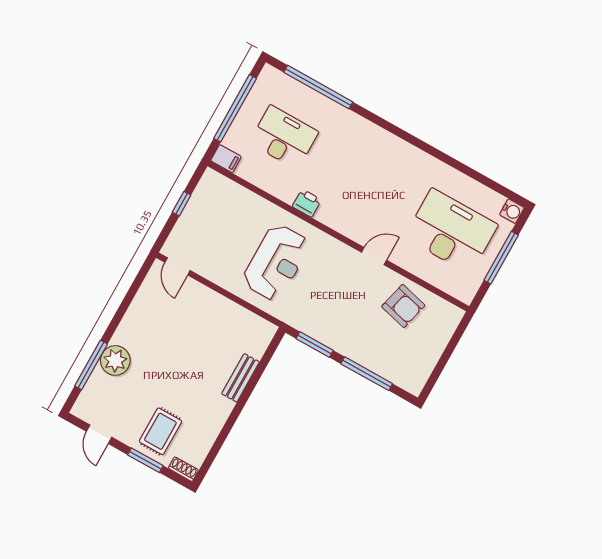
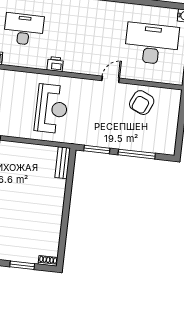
armchair: (403, 306) -> (142, 103), turned 100
bench: (240, 378) -> (63, 163), moved
rug: (160, 431) -> (24, 243), removed

